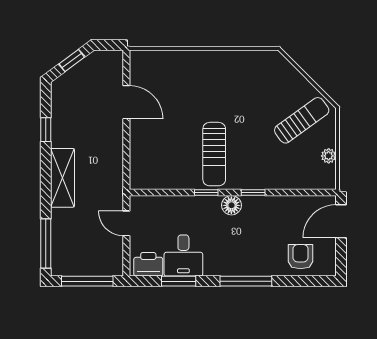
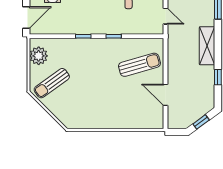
sun lounger: (214, 154) -> (139, 65), moved, turned 74
plant: (329, 156) -> (39, 56), width x1.88, depth x1.88
floor lamp: (231, 205) -> (97, 28), removed

